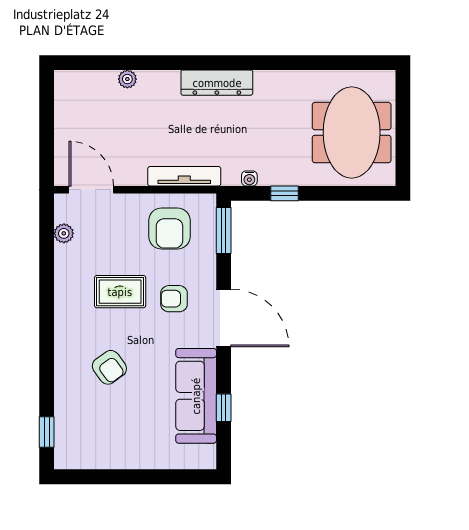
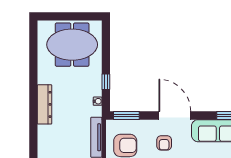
dresser: (217, 83) -> (45, 104), moved
door: (224, 318) -> (175, 115), hinge flipped

